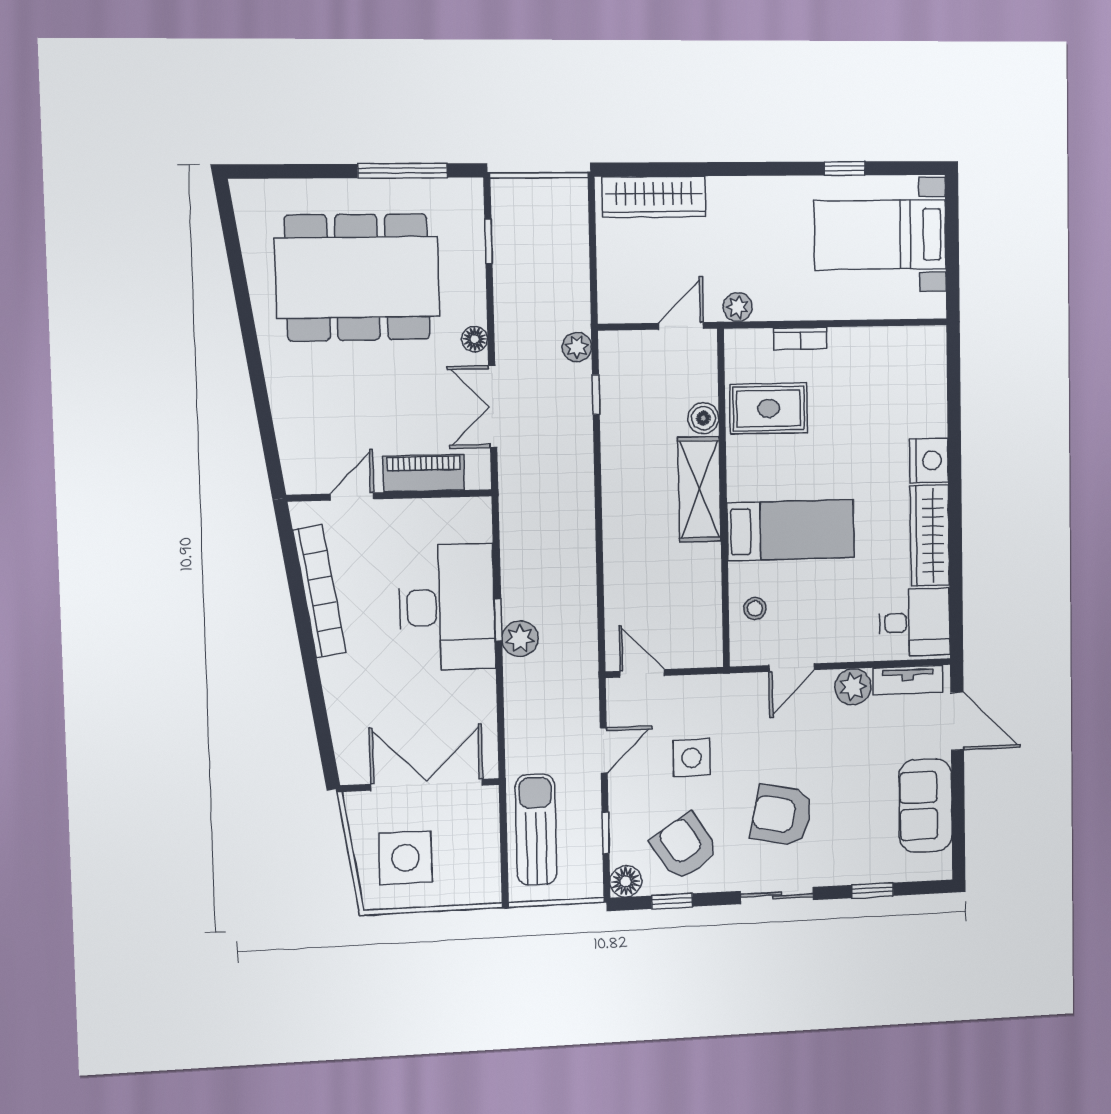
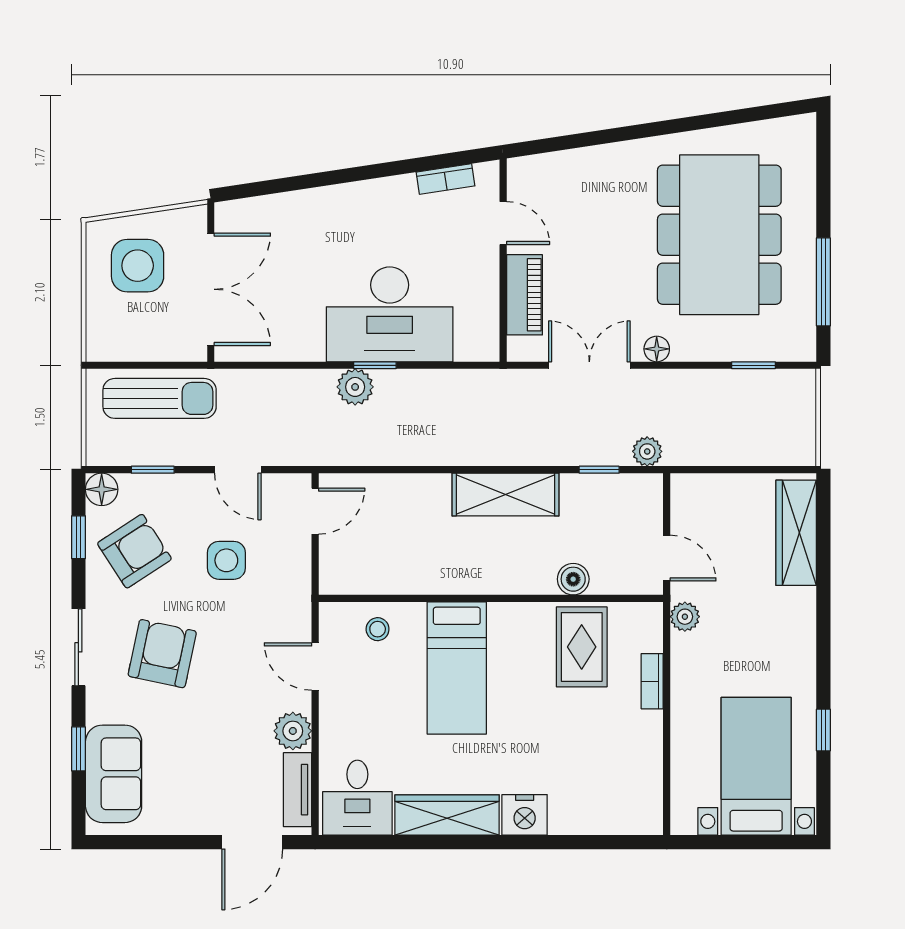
shelving: (699, 489) -> (505, 495), moved
bookcase: (319, 591) -> (445, 179), width x0.43, depth x0.76
sofa: (926, 806) -> (114, 774), moved, turned 90

